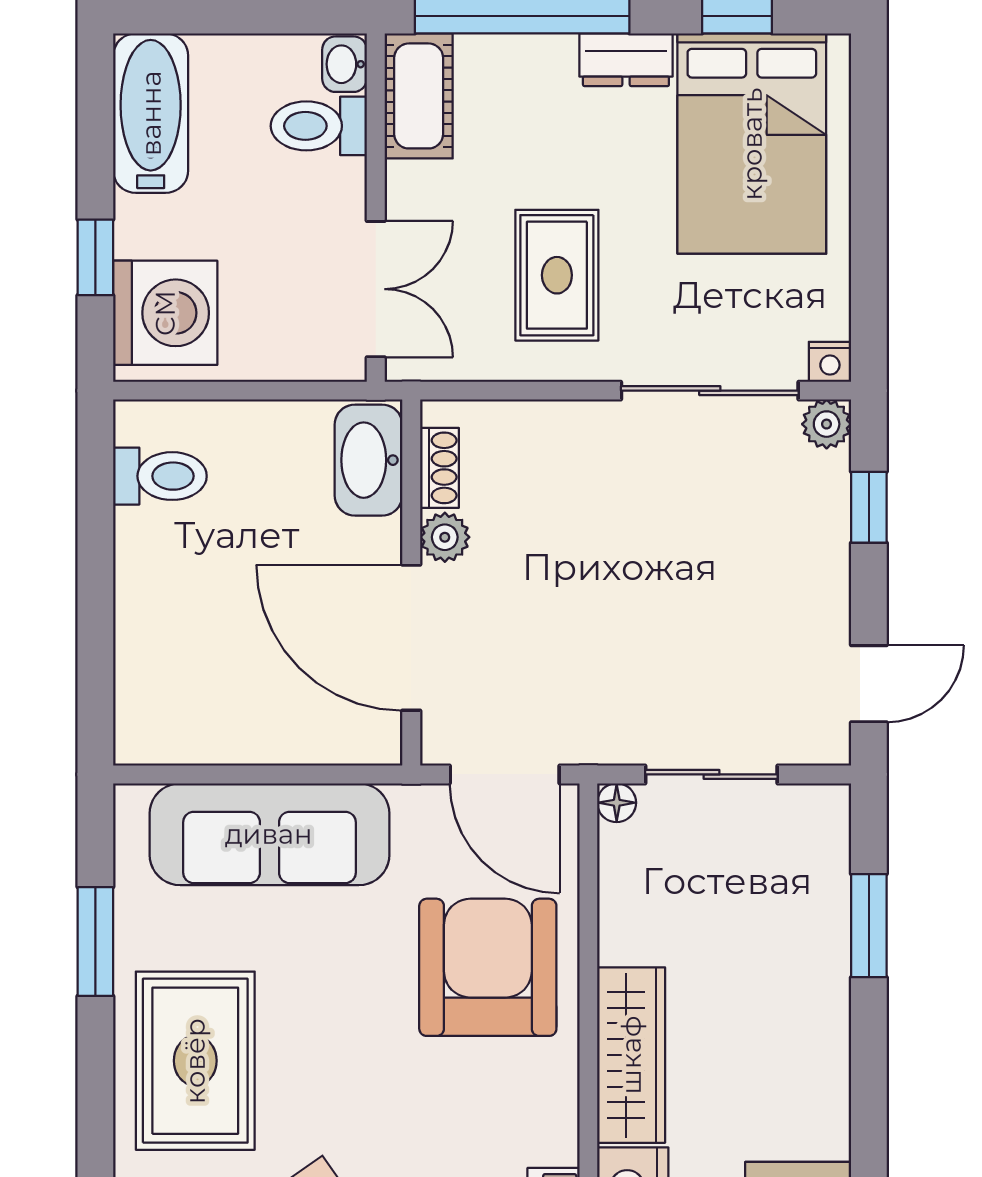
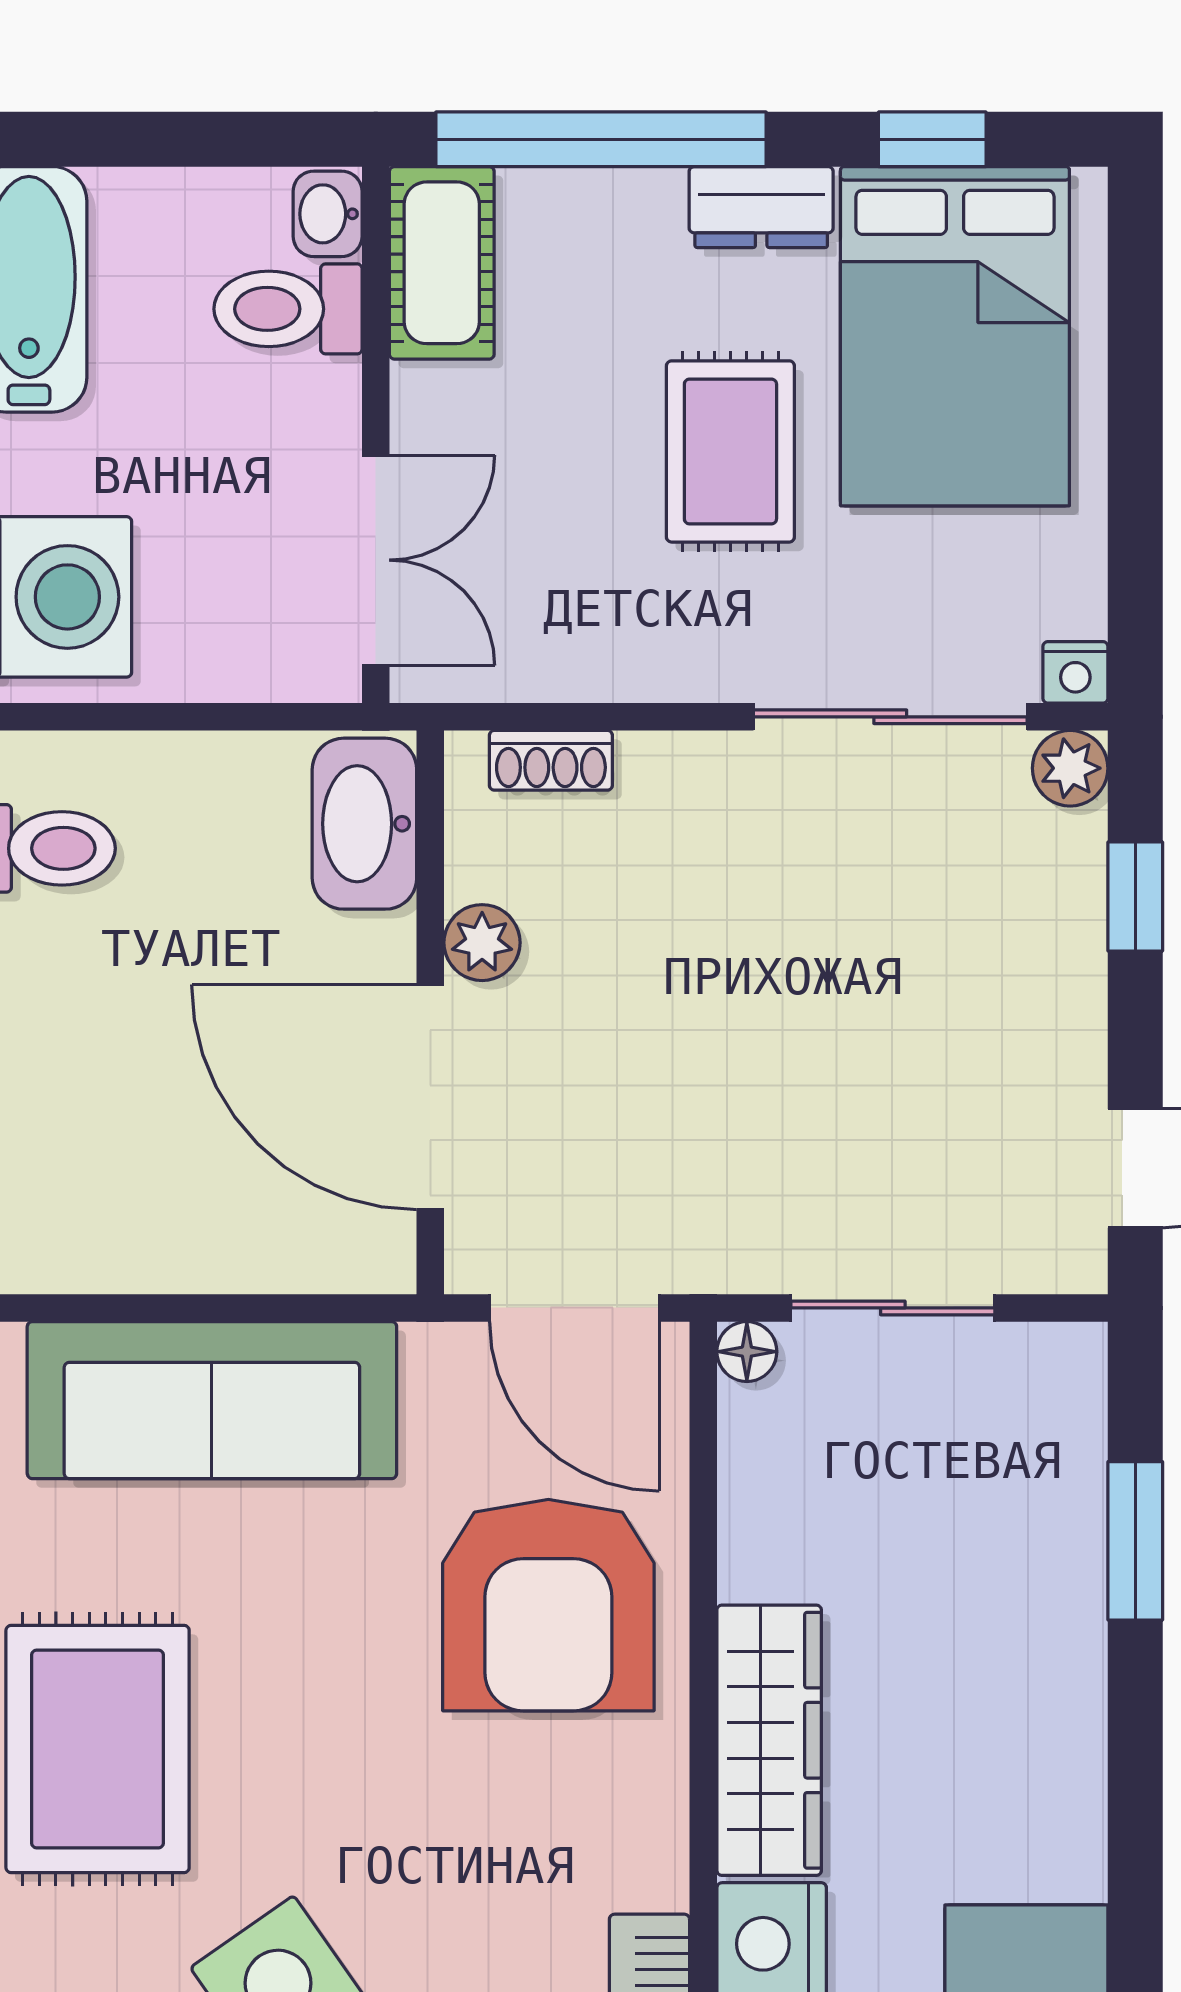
rug: (557, 275) -> (730, 451), moved
shoe rack: (440, 468) -> (551, 760), moved, turned 90
armchair: (488, 967) -> (548, 1605), turned 180

